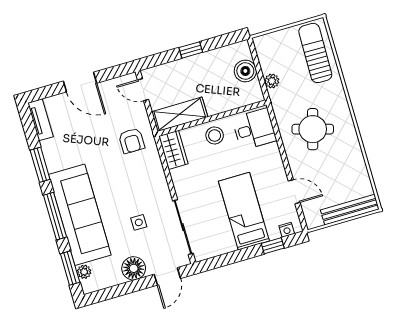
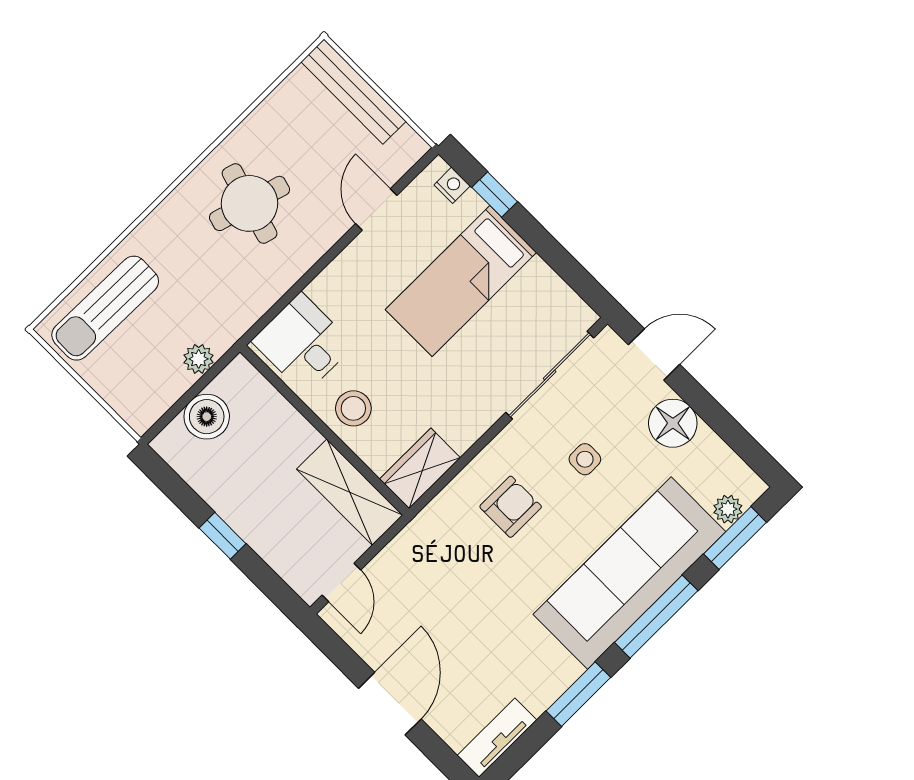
round table: (313, 129) -> (250, 203), moved
armchair: (132, 141) -> (511, 507), moved

